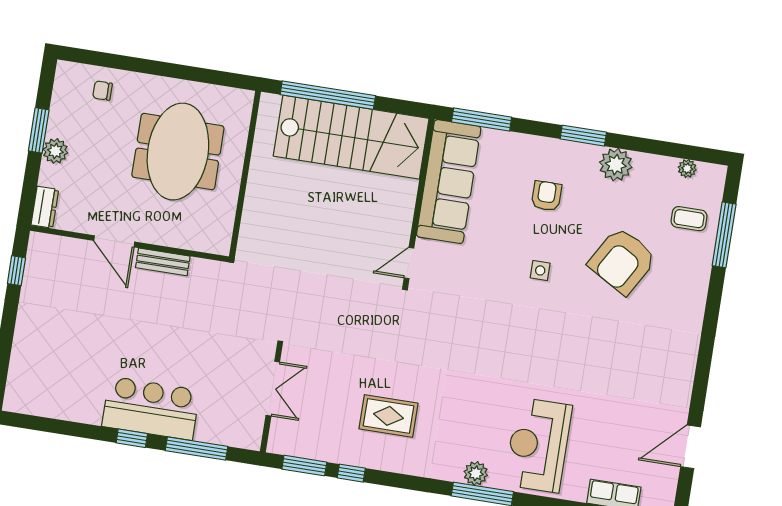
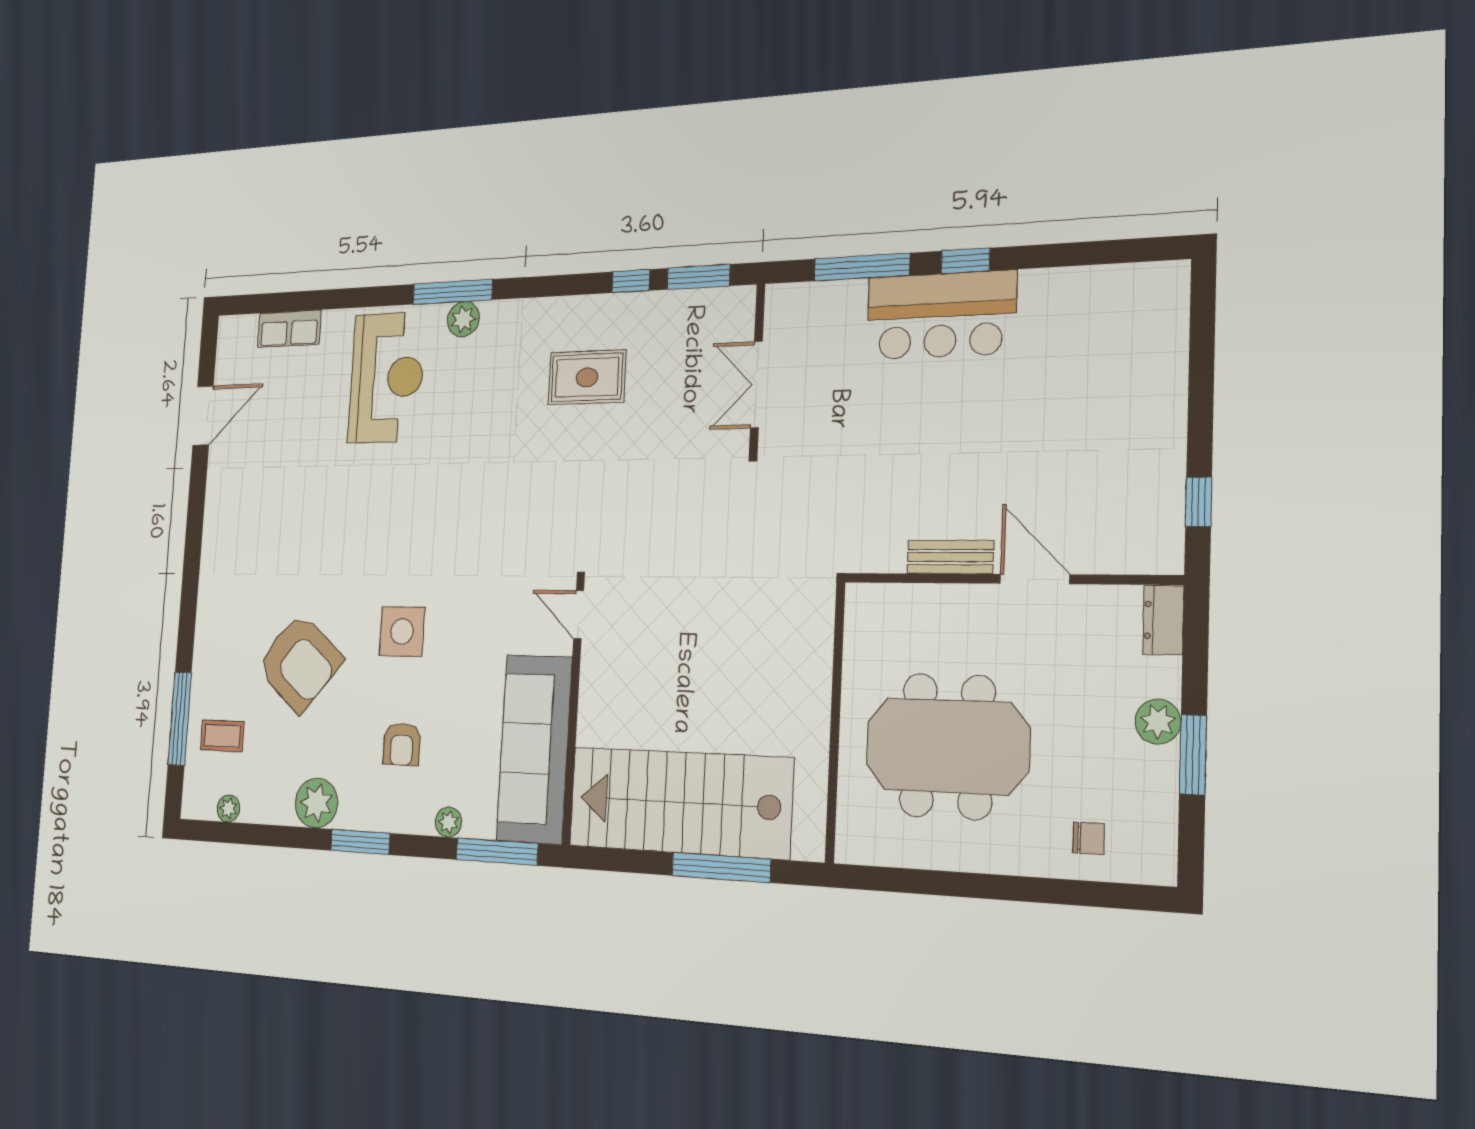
window: (328, 95) -> (721, 867), width x0.68
plant: (515, 142) -> (448, 822), added
meeting table: (178, 152) -> (947, 746), turned 90
armchair: (622, 261) -> (299, 662), turned 100
door: (409, 263) -> (579, 615), swing flipped
side table: (540, 270) -> (402, 632), width x1.87, depth x1.87

